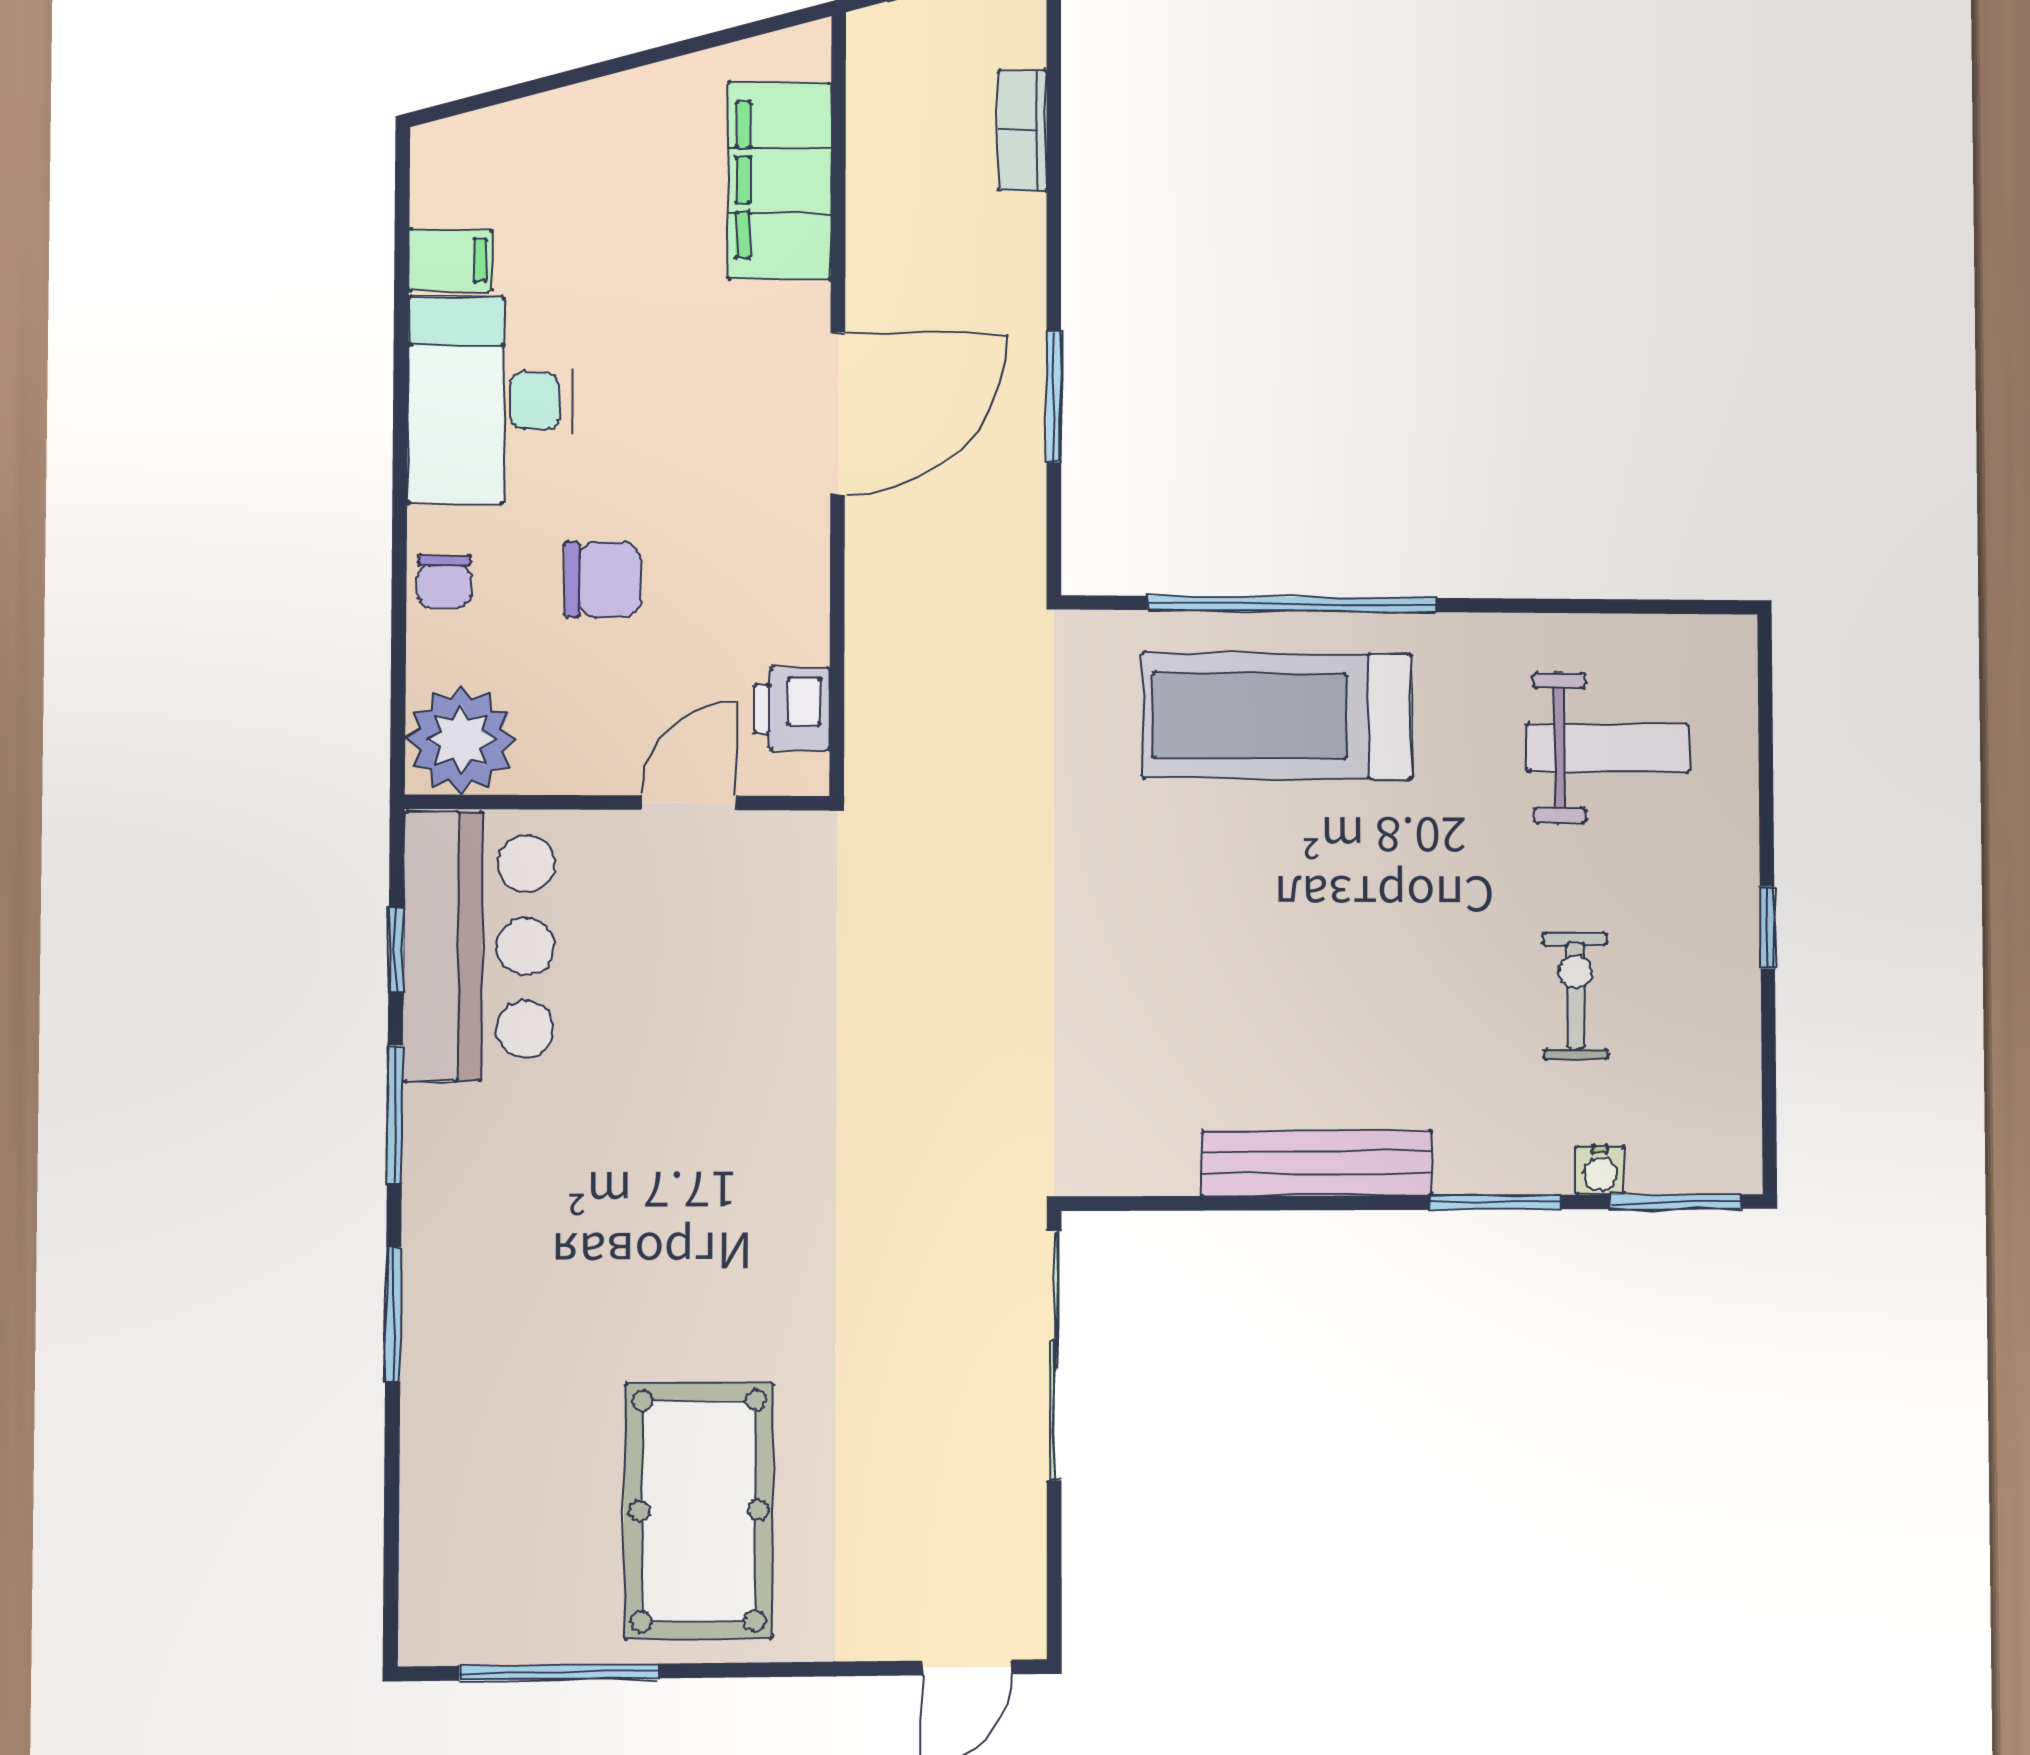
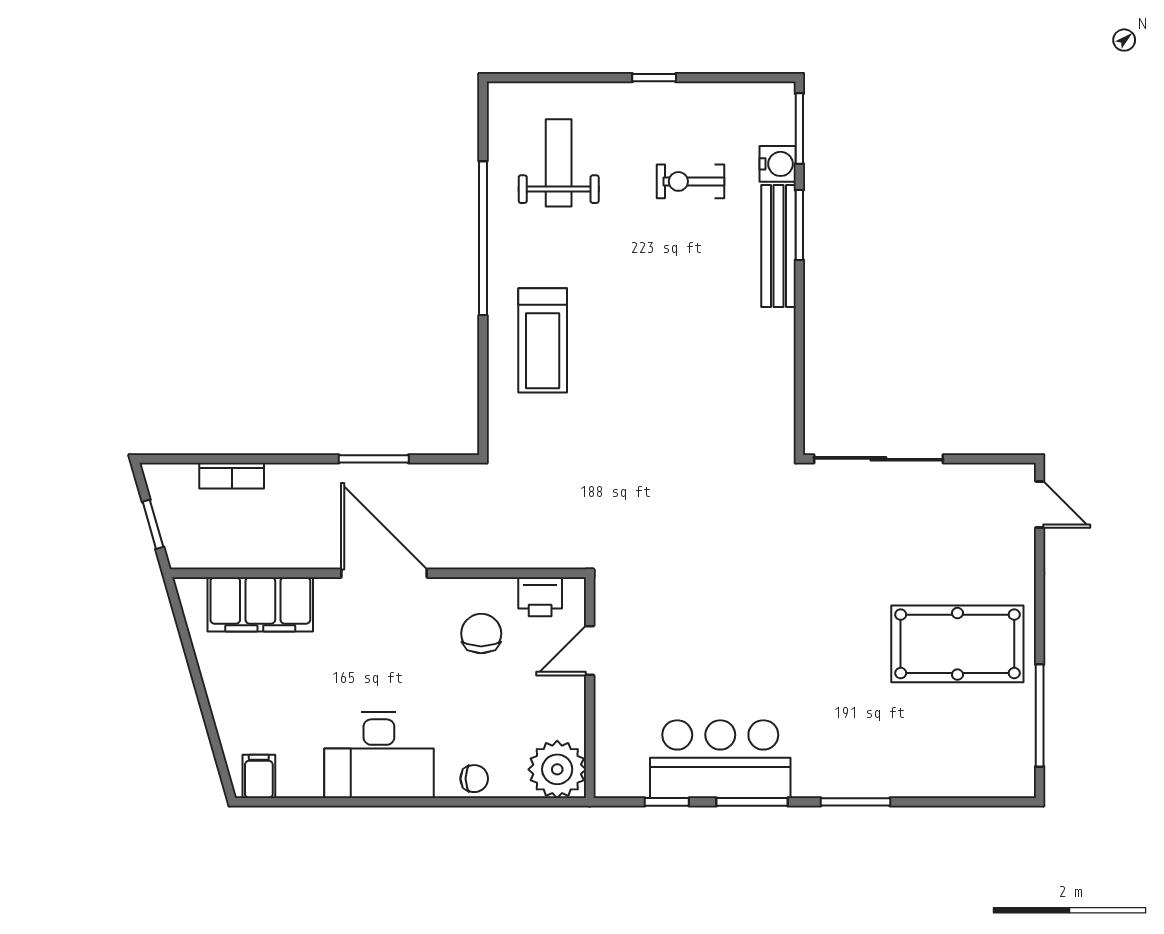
filing cabinet: (451, 260) -> (259, 776), moved
chair: (603, 579) -> (481, 634), moved
window: (1292, 604) -> (483, 238), moved
treadmill: (1277, 716) -> (543, 340), width x0.73, depth x0.73
door: (689, 803) -> (590, 651), hinge flipped
bar counter: (479, 946) -> (720, 759), moved
bench: (1317, 1163) -> (779, 246), moved
water cooler: (1600, 1170) -> (778, 164), width x1.38, depth x1.38

